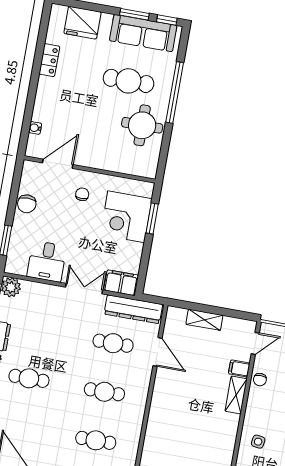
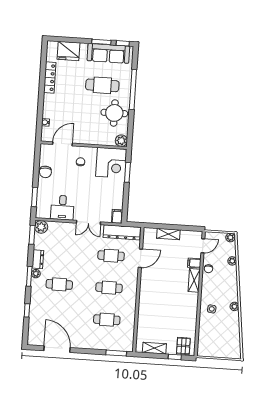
locker: (49, 60) -> (50, 78), width x1.53
plant: (148, 169) -> (121, 141), added
corner desk: (126, 217) -> (111, 163), moved, turned -90
filing cabinet: (121, 283) -> (117, 216), width x0.50
double door: (84, 289) -> (88, 223), swing flipped
door: (158, 352) -> (140, 258), hinge flipped

